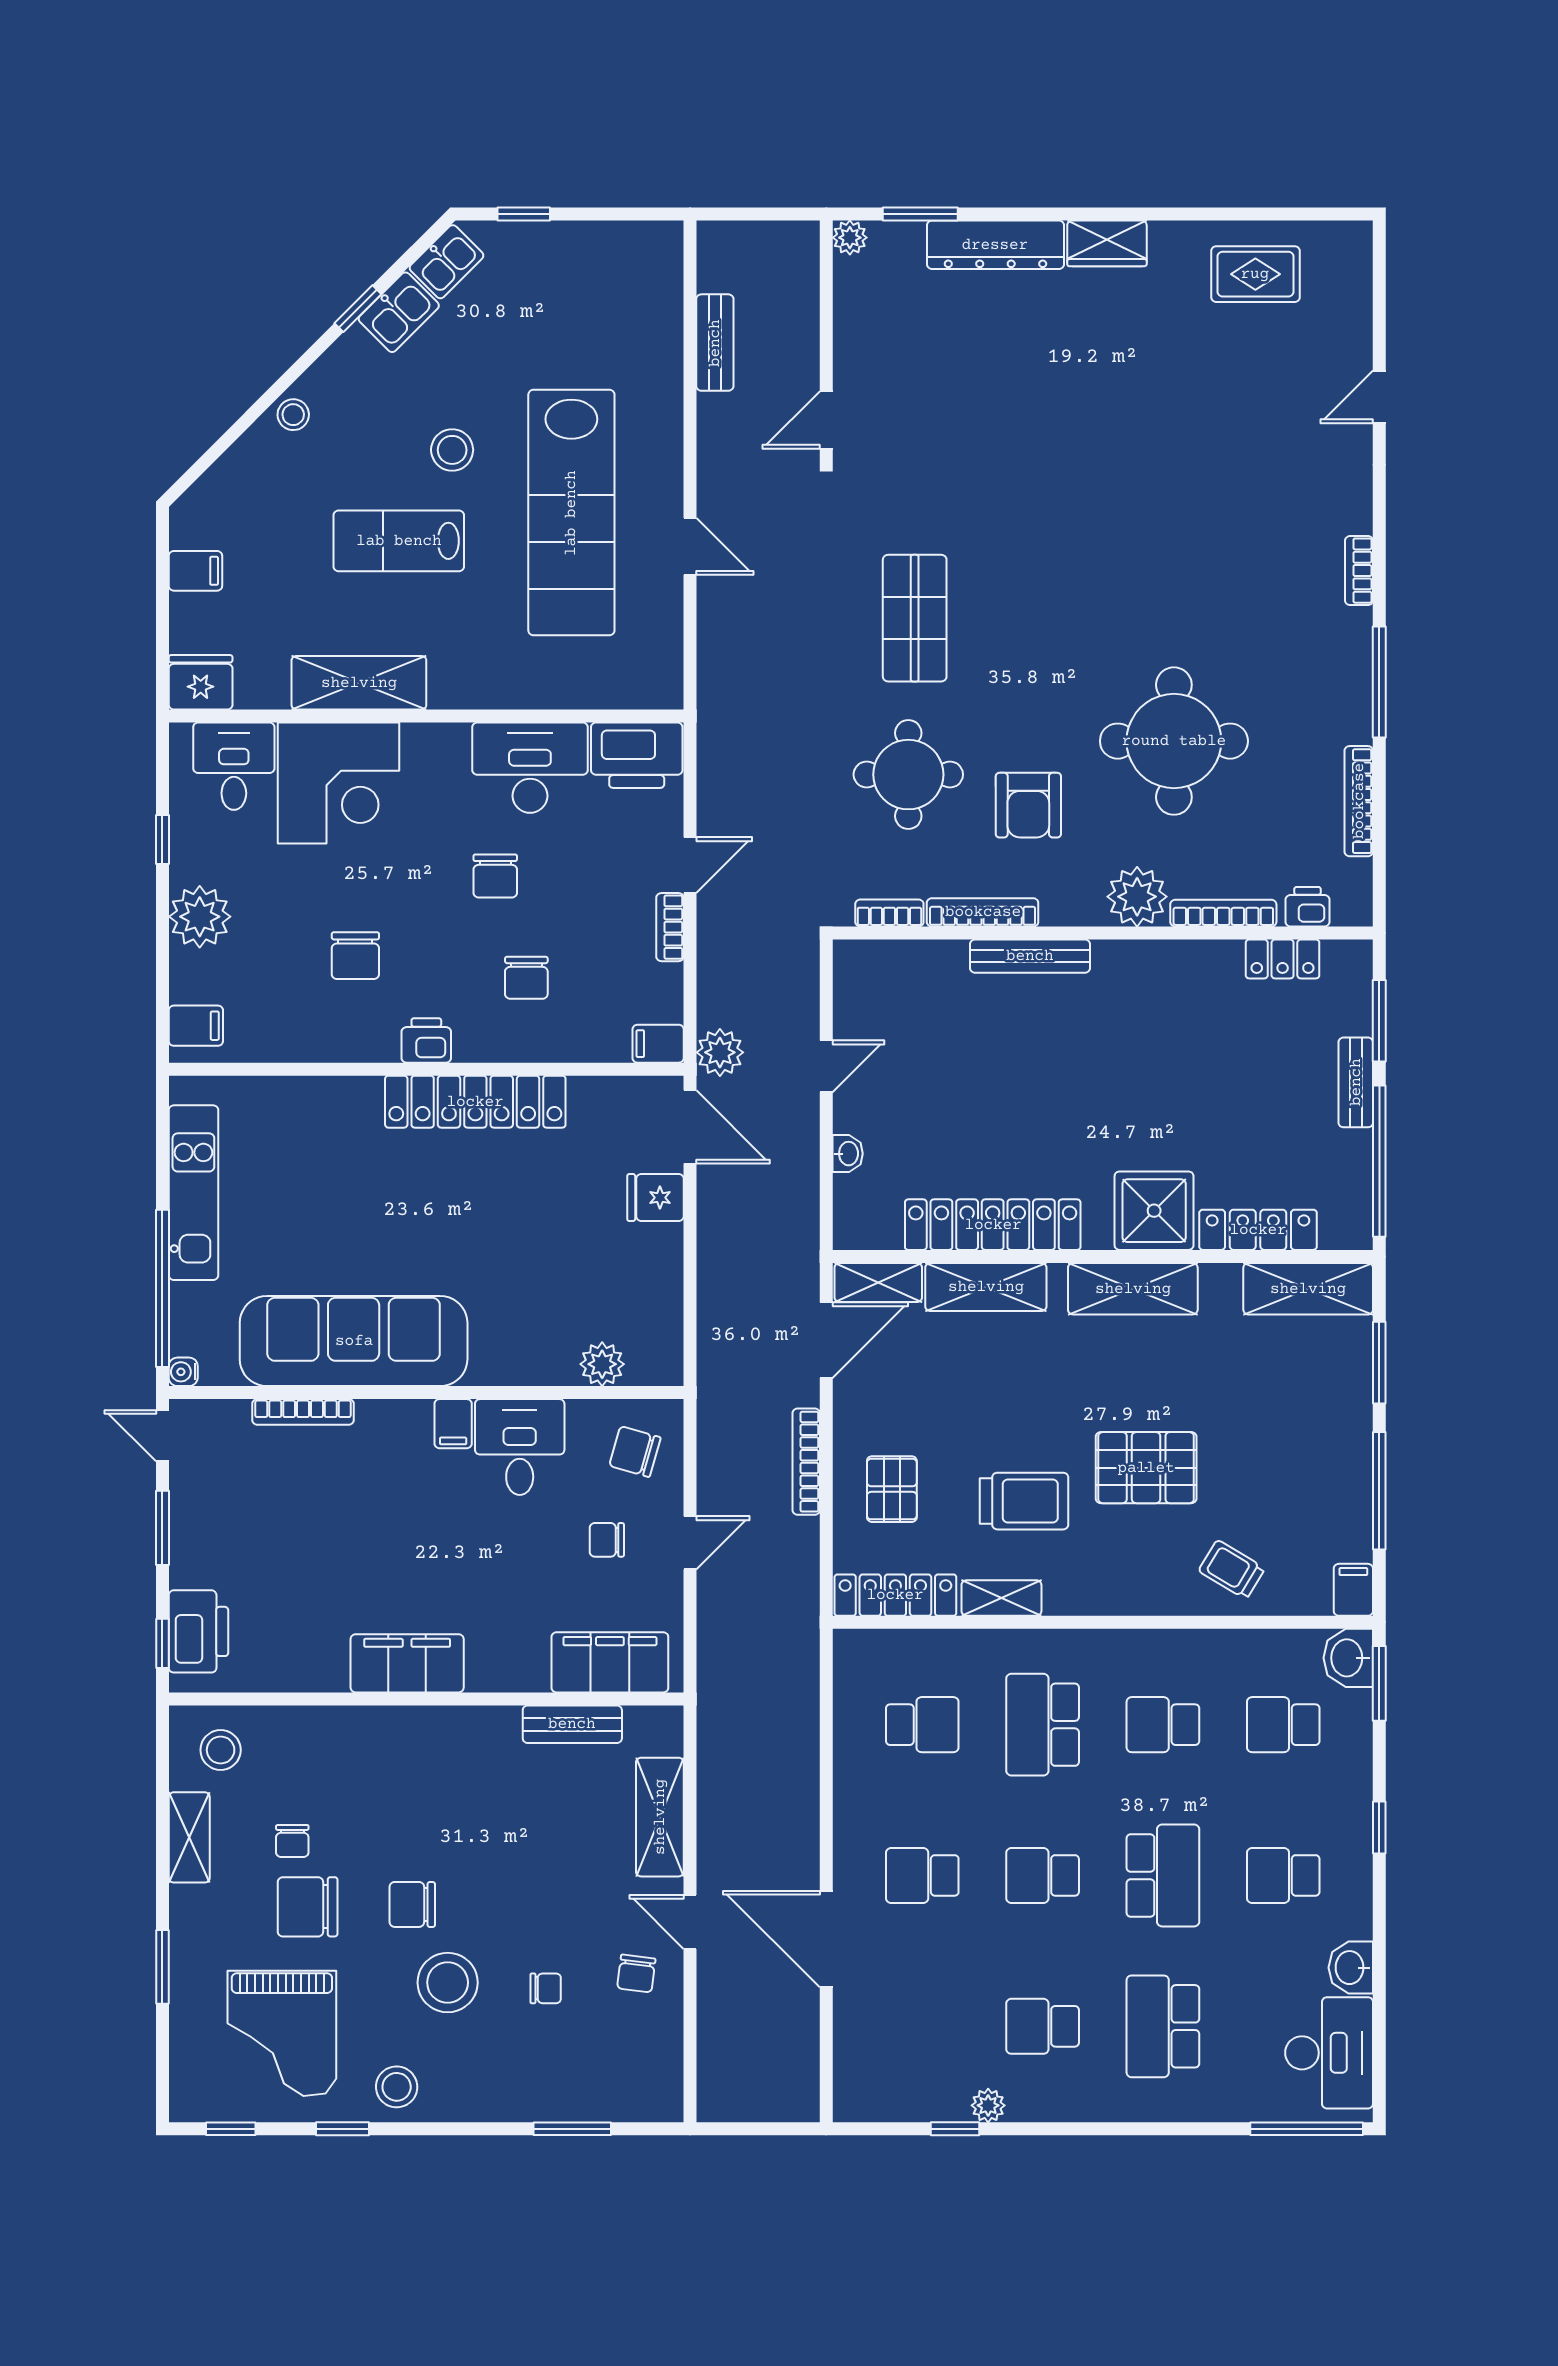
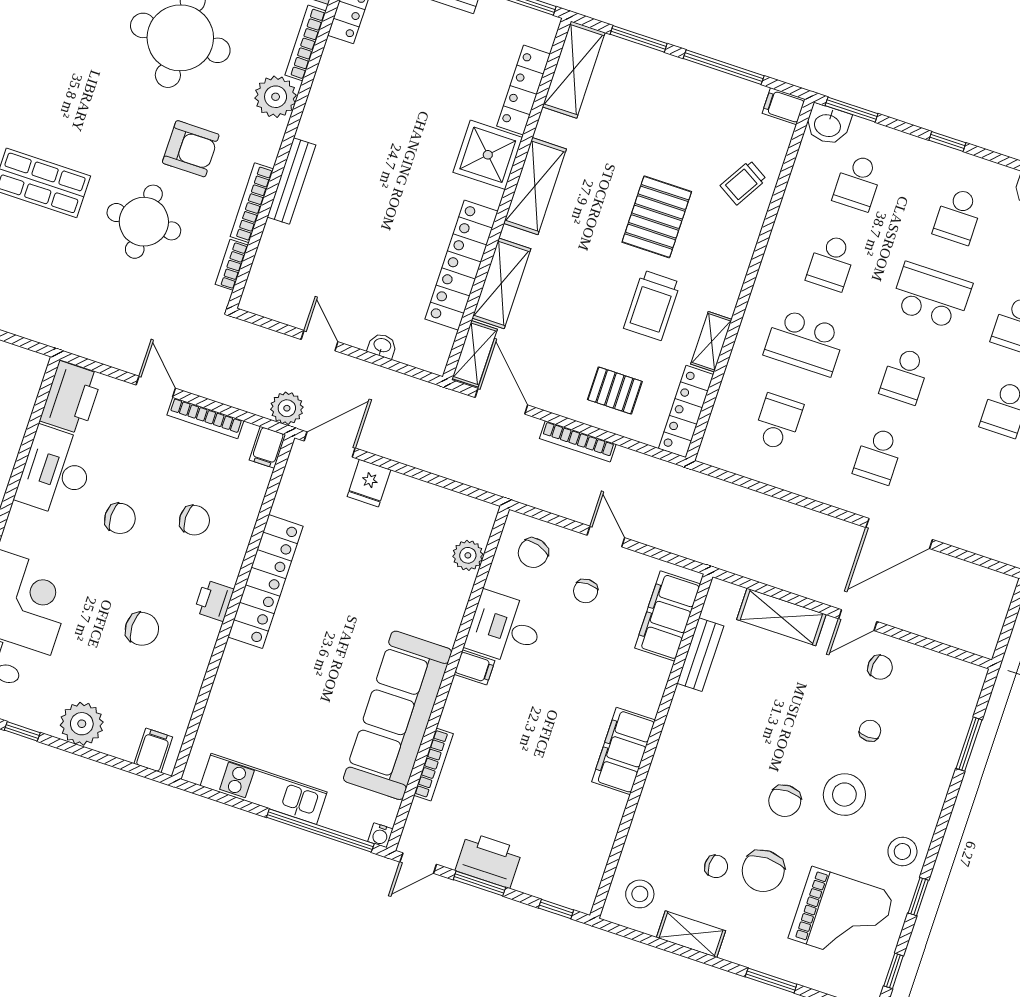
bookcase: (670, 927) -> (205, 418), width x1.56
trolley: (1024, 1501) -> (652, 305), turned 180
printer: (198, 1631) -> (489, 860), moved

